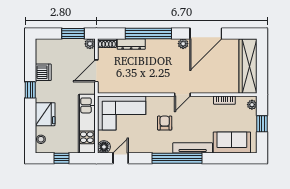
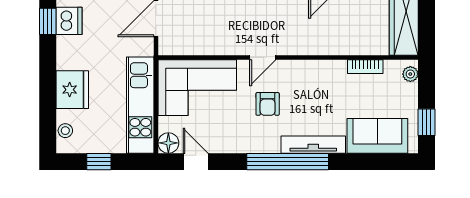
window: (30, 90) -> (48, 21), moved
door: (182, 95) -> (263, 58), moved
armchair: (165, 123) -> (268, 104), turned 180
window: (262, 124) -> (427, 122), moved
door: (121, 158) -> (196, 162), hinge flipped

